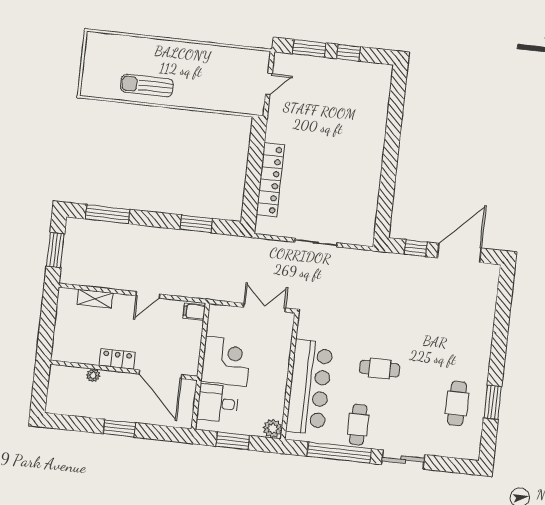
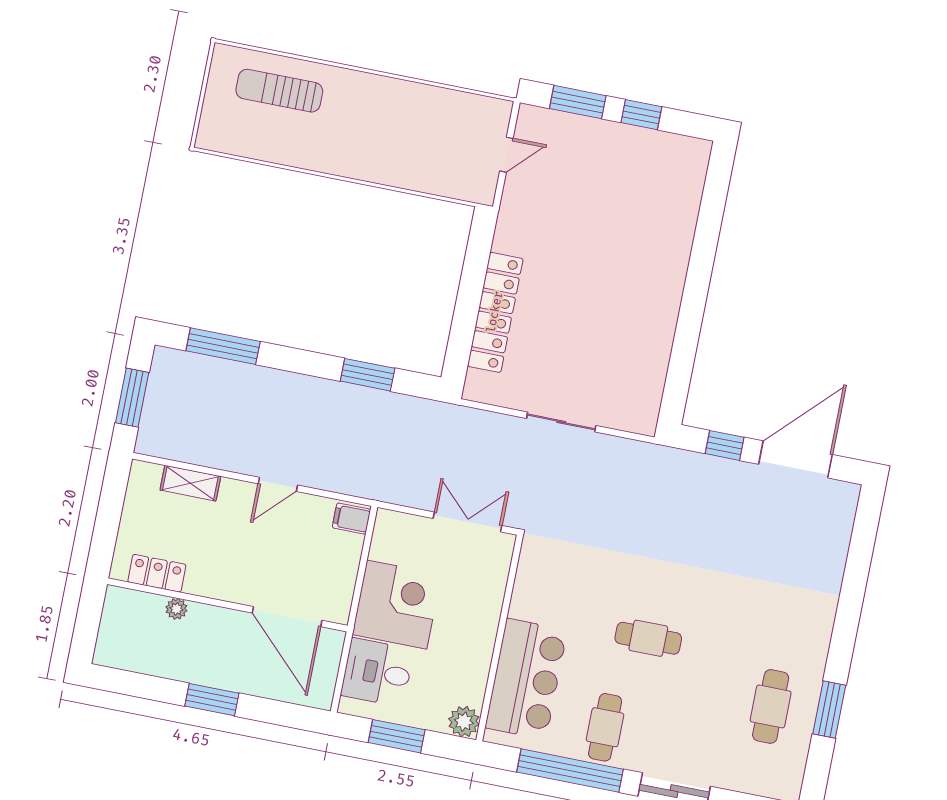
sun lounger: (147, 86) -> (279, 91), moved
locker: (117, 359) -> (157, 573), moved
bar counter: (309, 387) -> (526, 679), width x0.73

